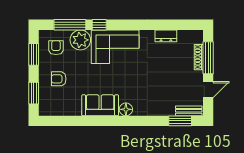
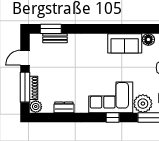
window: (99, 25) -> (113, 118), moved
plant: (196, 37) -> (36, 107), added
floor lamp: (126, 109) -> (148, 40), moved
bench: (189, 111) -> (55, 38), moved

